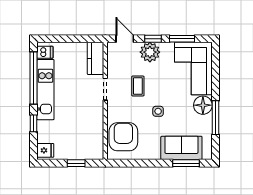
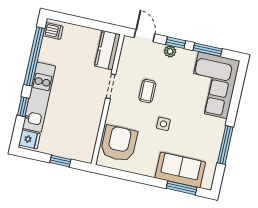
plant: (150, 52) -> (170, 51), width x0.53, depth x0.53
kitchen unit: (45, 90) -> (39, 97), moved
floor lamp: (203, 105) -> (214, 128), removed

